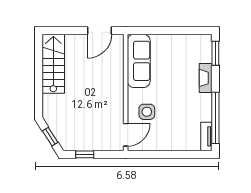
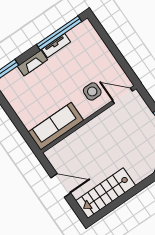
door: (100, 31) -> (61, 185), moved
tv unit: (206, 136) -> (56, 46), moved

